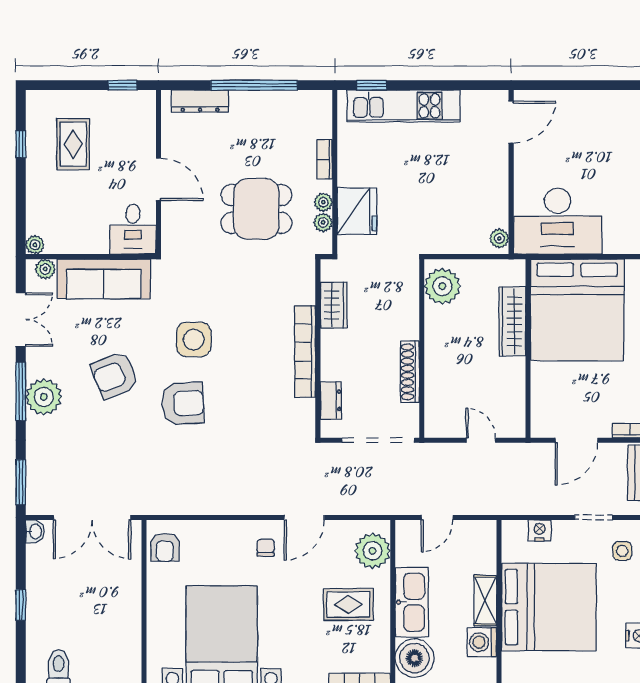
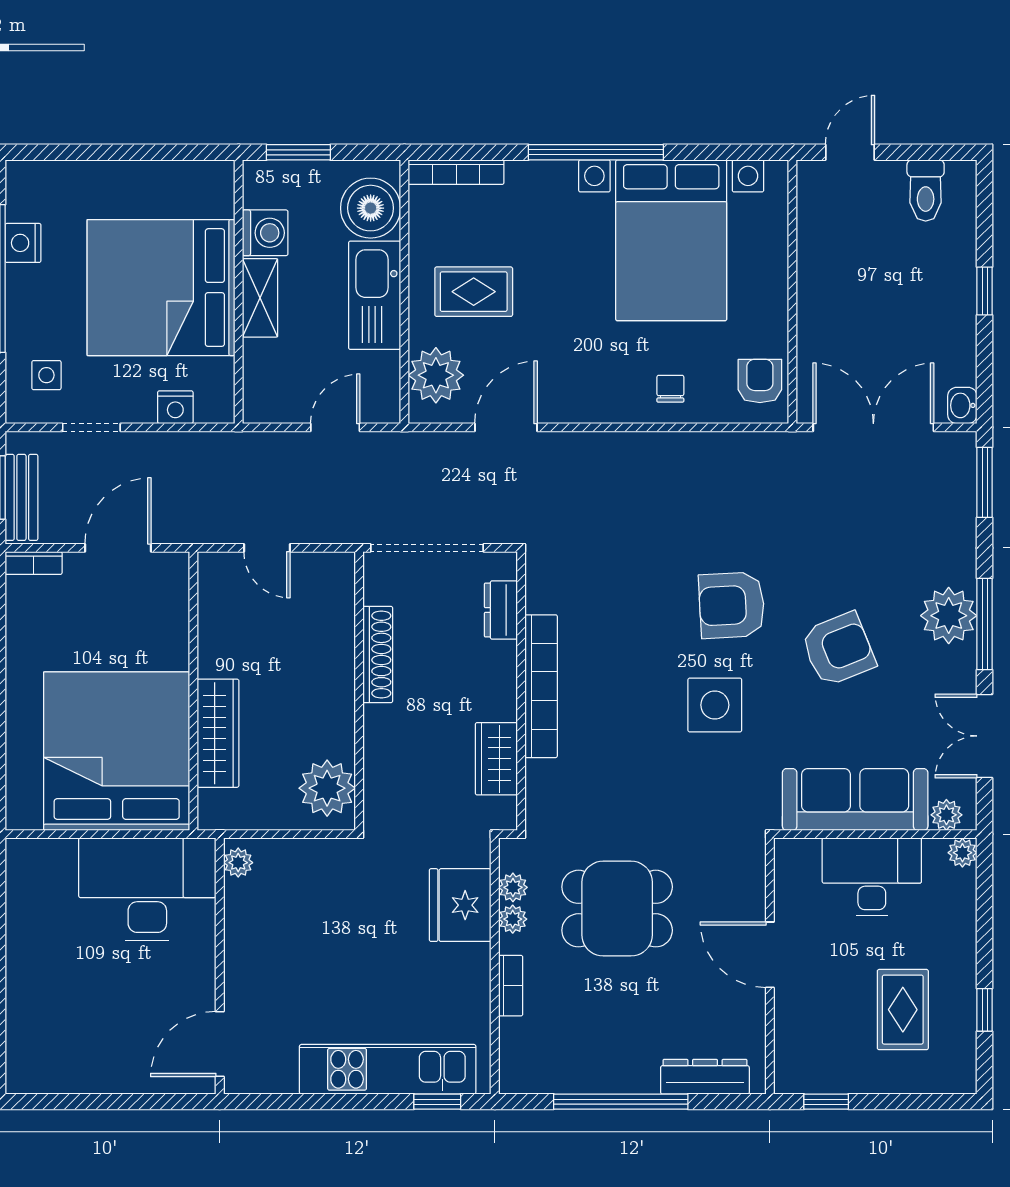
desk: (133, 229) -> (872, 877), moved, width x1.37
door: (304, 518) -> (506, 427), moved
chair: (266, 548) -> (670, 389), moved, turned 180

